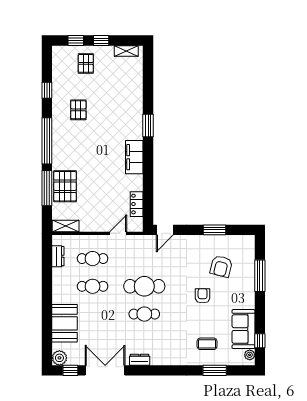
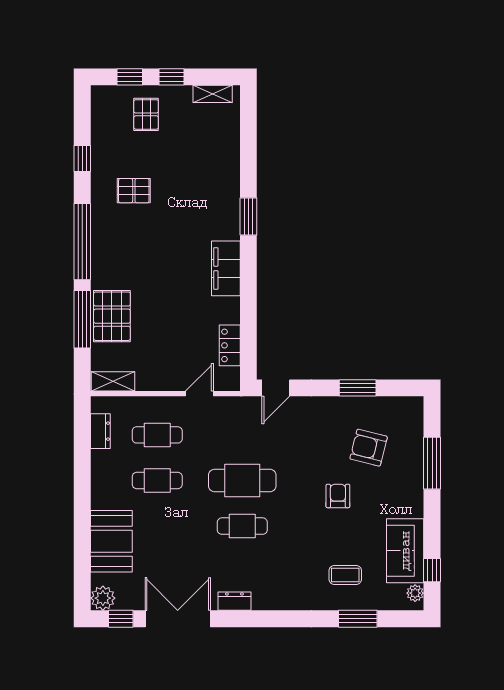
pallet: (78, 110) -> (134, 191), turned 90
armchair: (221, 266) -> (369, 448), turned 90

